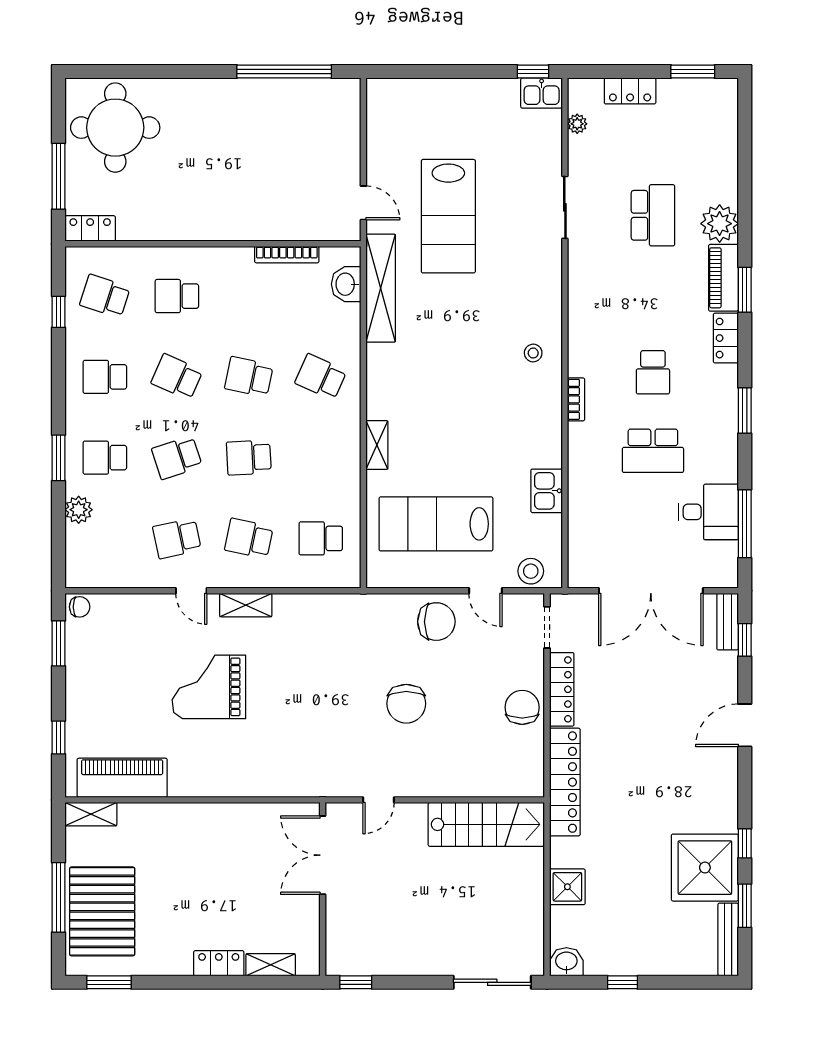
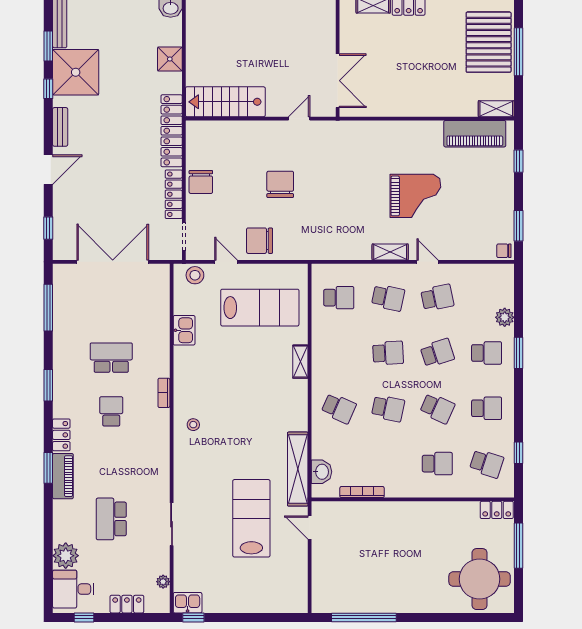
window: (693, 72) -> (84, 617), width x0.67
plant: (720, 224) -> (66, 556), moved
desk: (708, 512) -> (73, 589), moved
bench: (728, 622) -> (60, 127), moved

